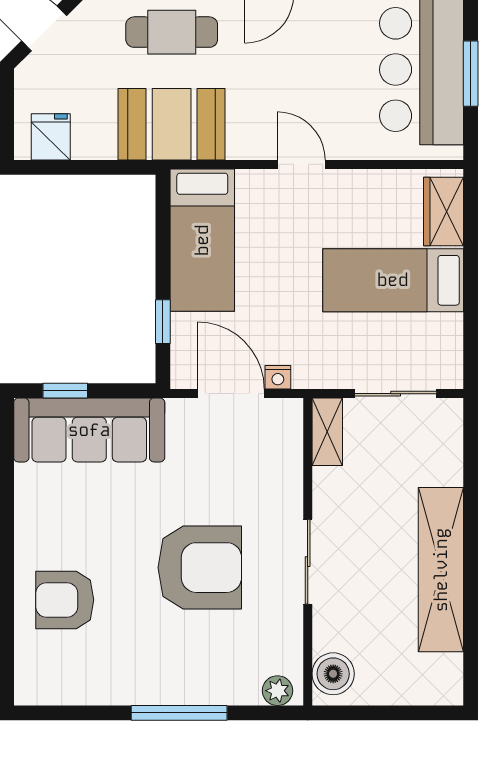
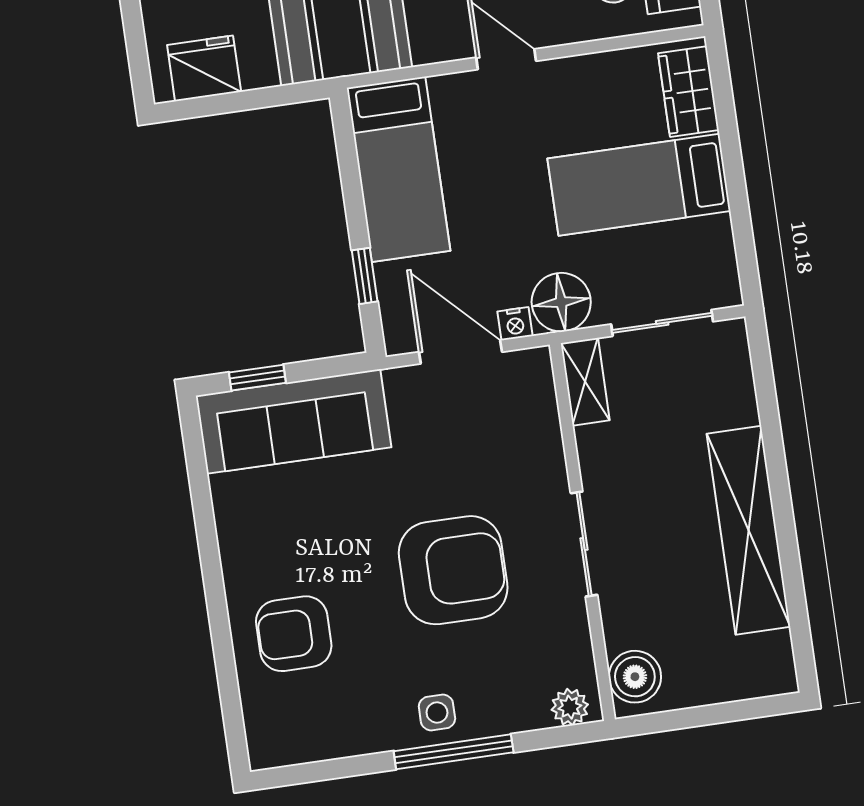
fridge: (51, 137) -> (204, 68), width x1.38
floor lamp: (317, 365) -> (561, 302), added
side table: (170, 680) -> (437, 713), added

